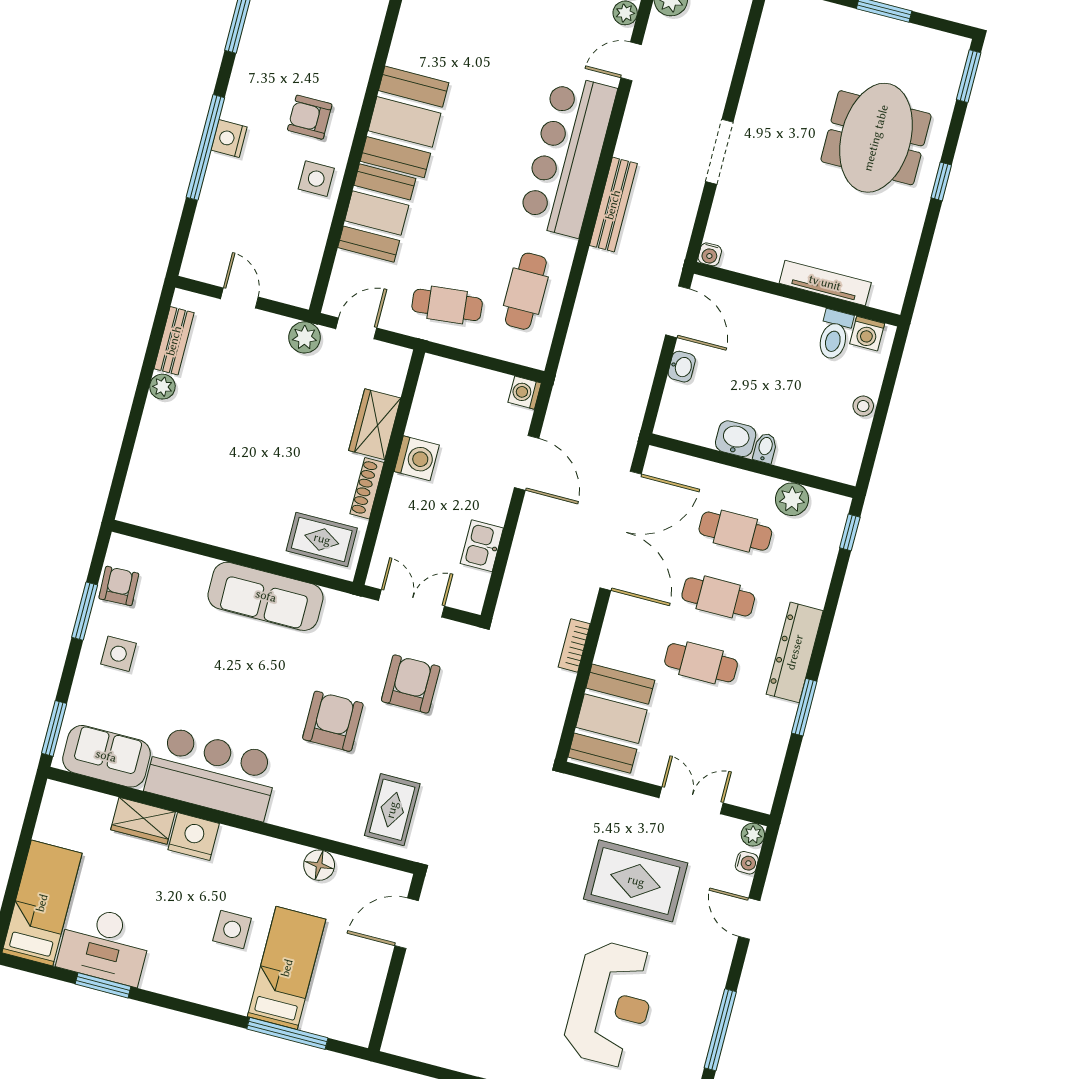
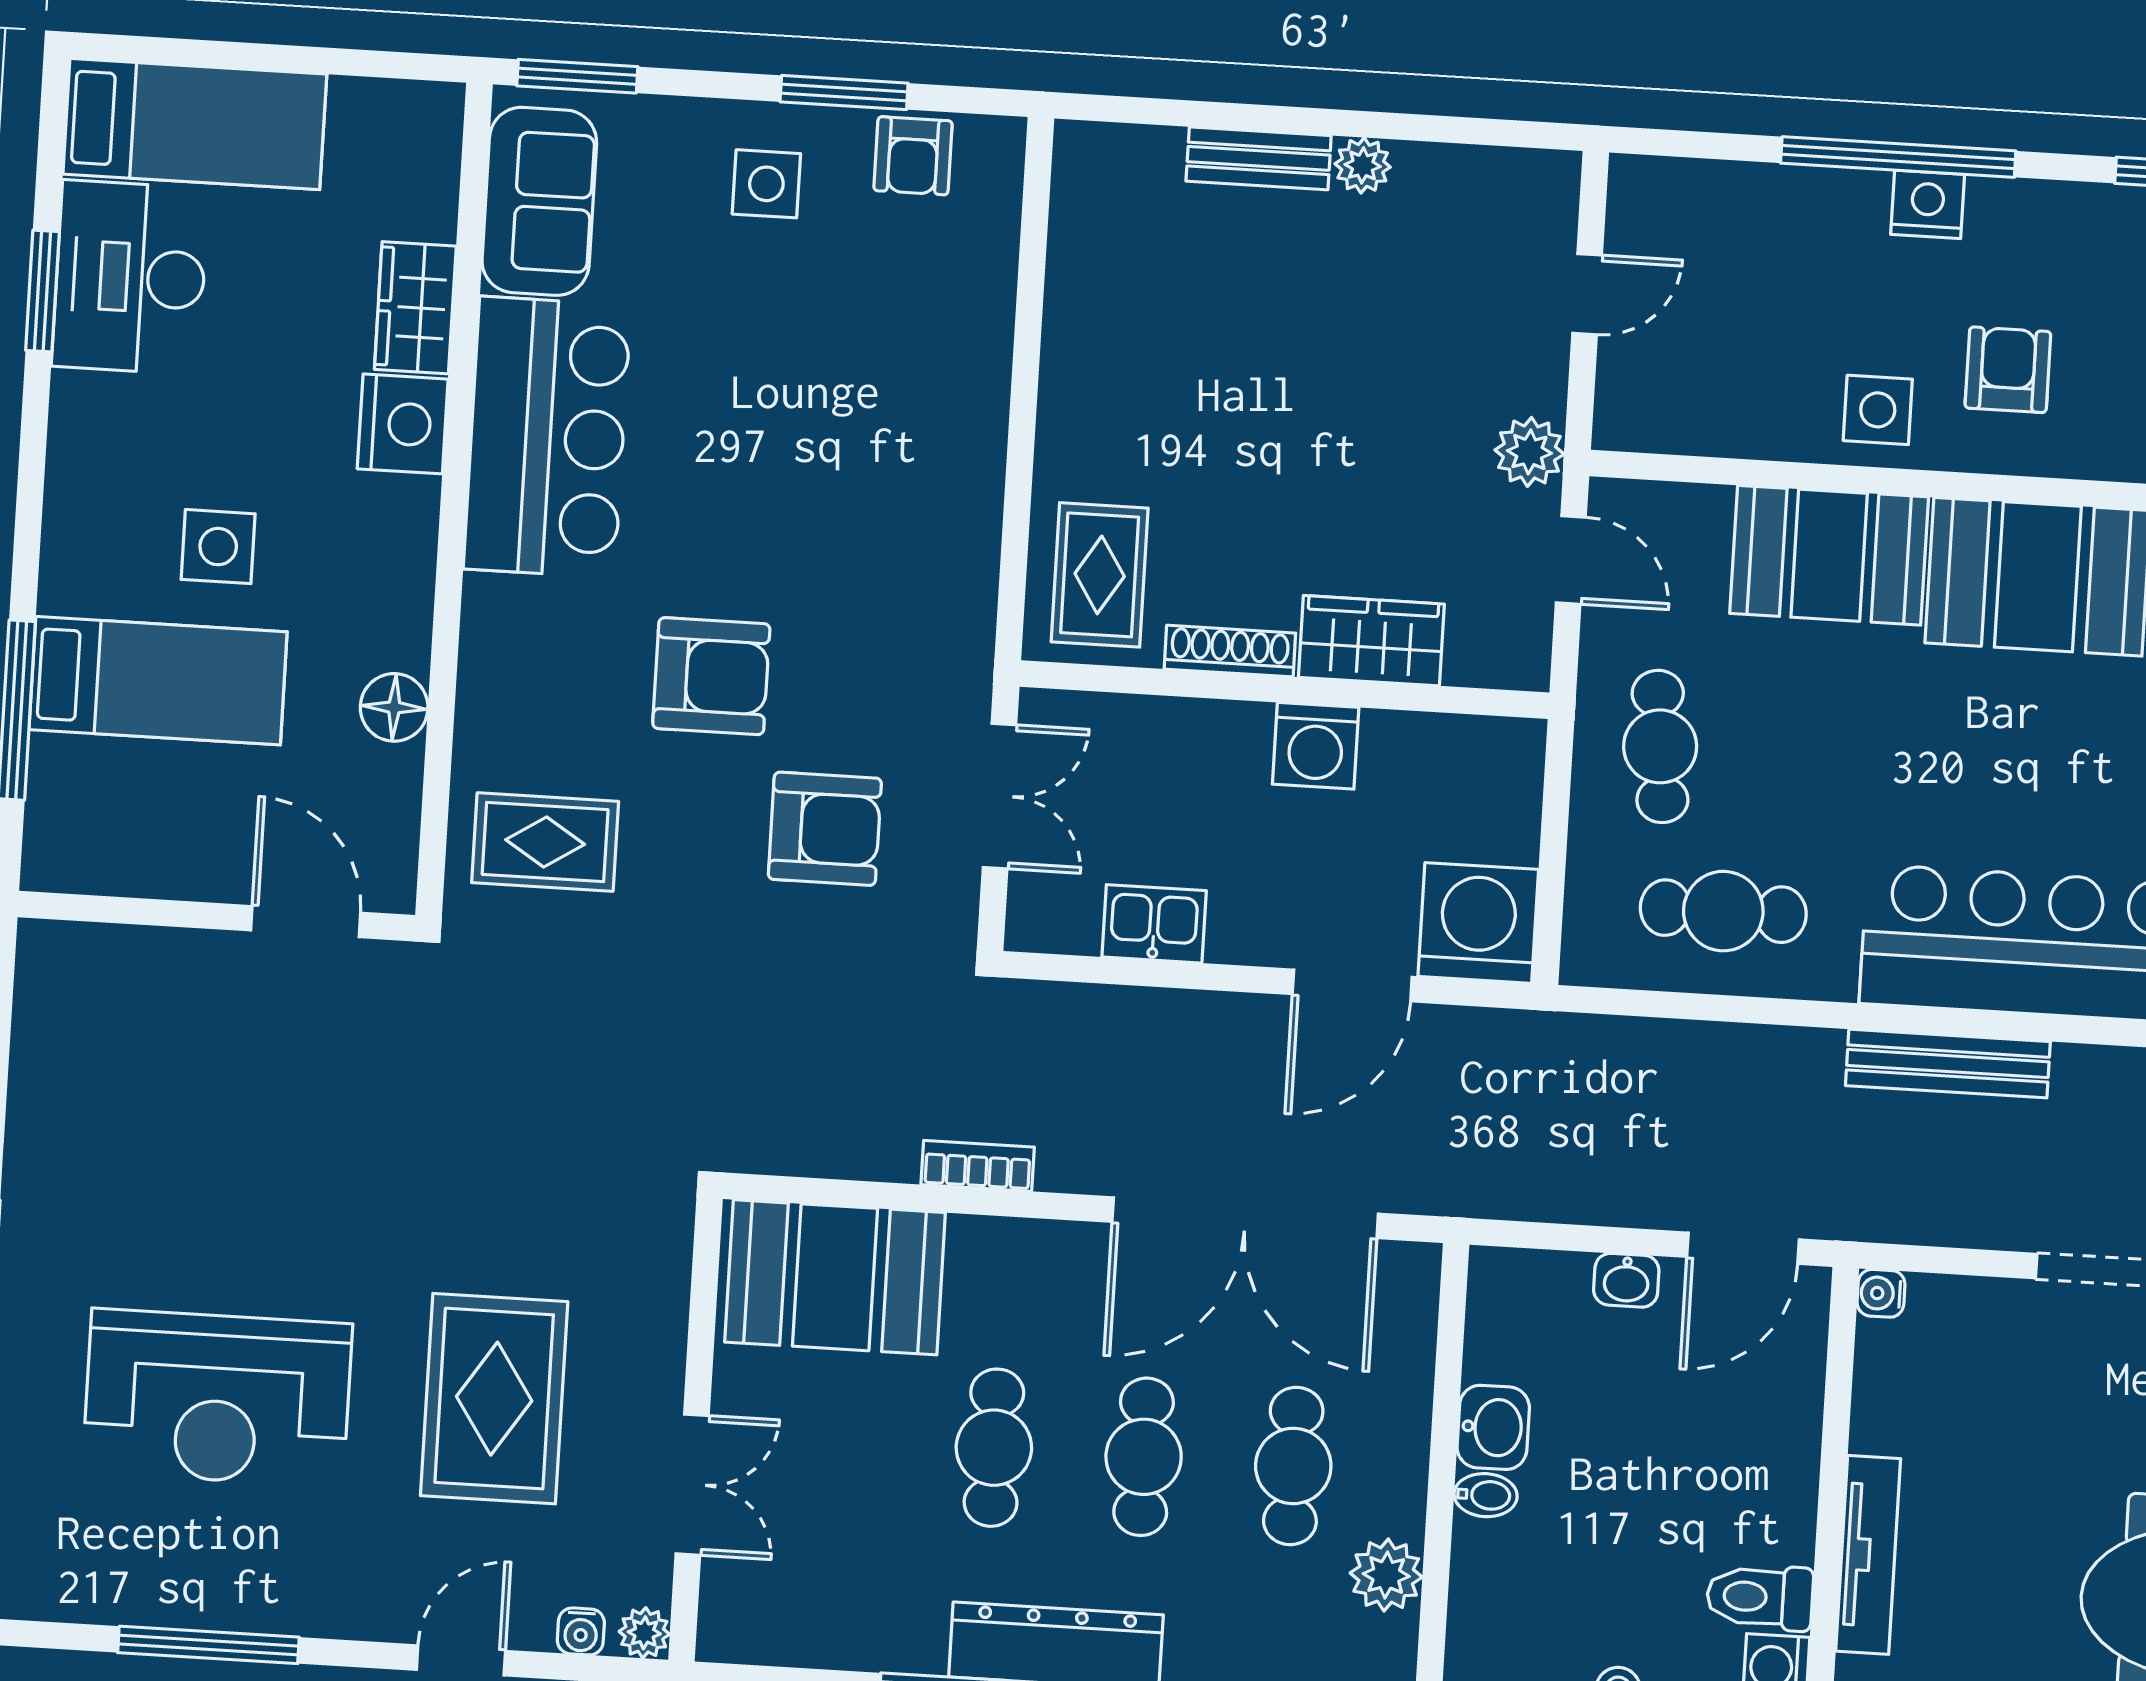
bench: (174, 341) -> (1259, 158), moved
washing machine: (525, 393) -> (1478, 923), width x1.89, depth x1.89
armchair: (119, 586) -> (913, 156), turned 92
sofa: (266, 596) -> (953, 477), removed

